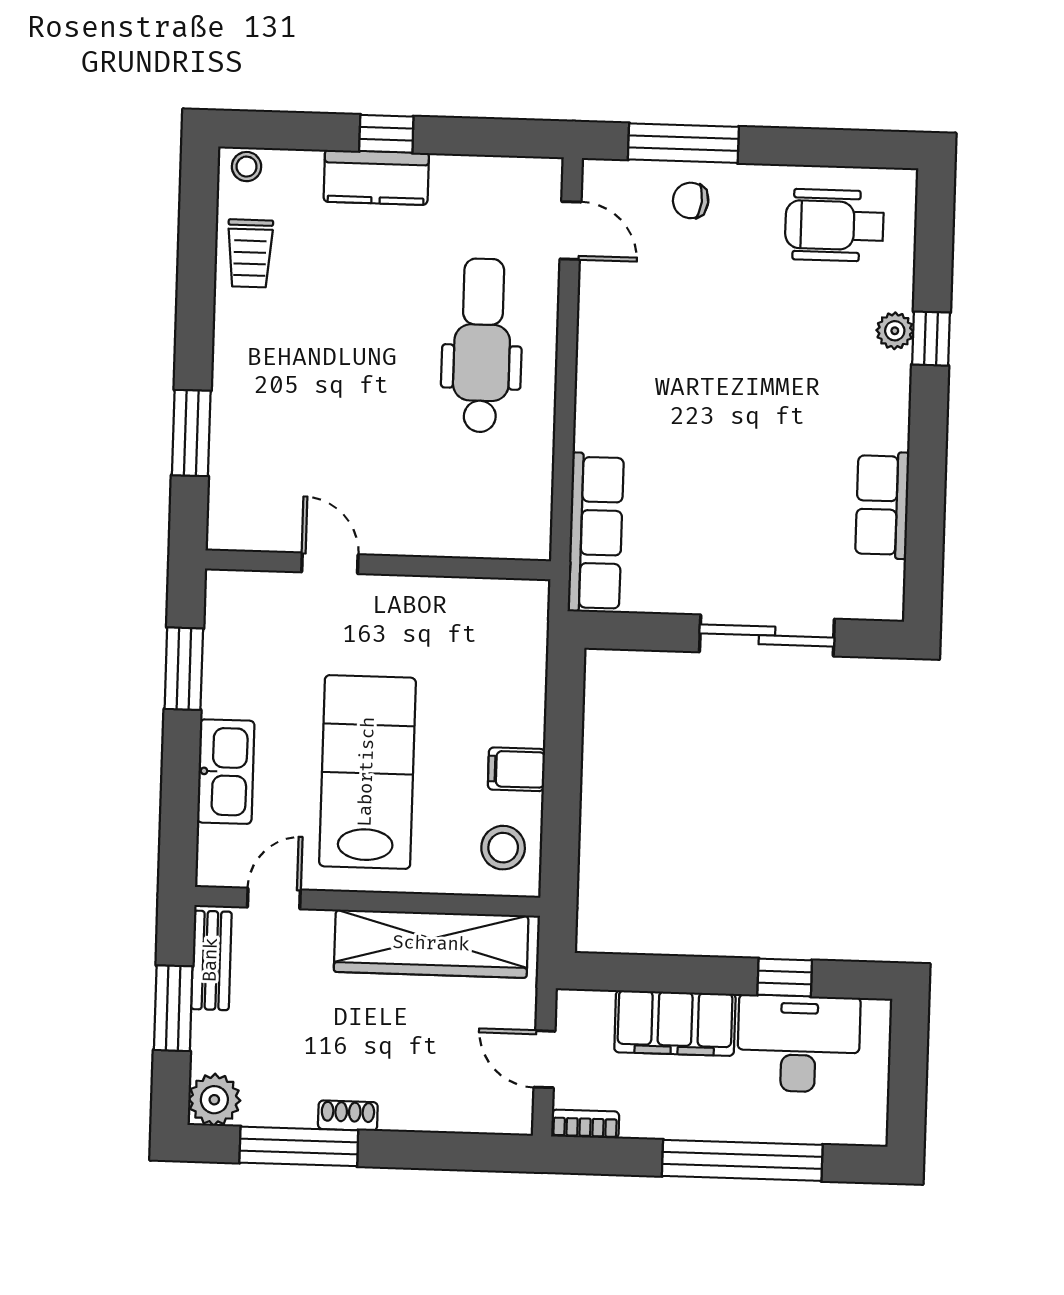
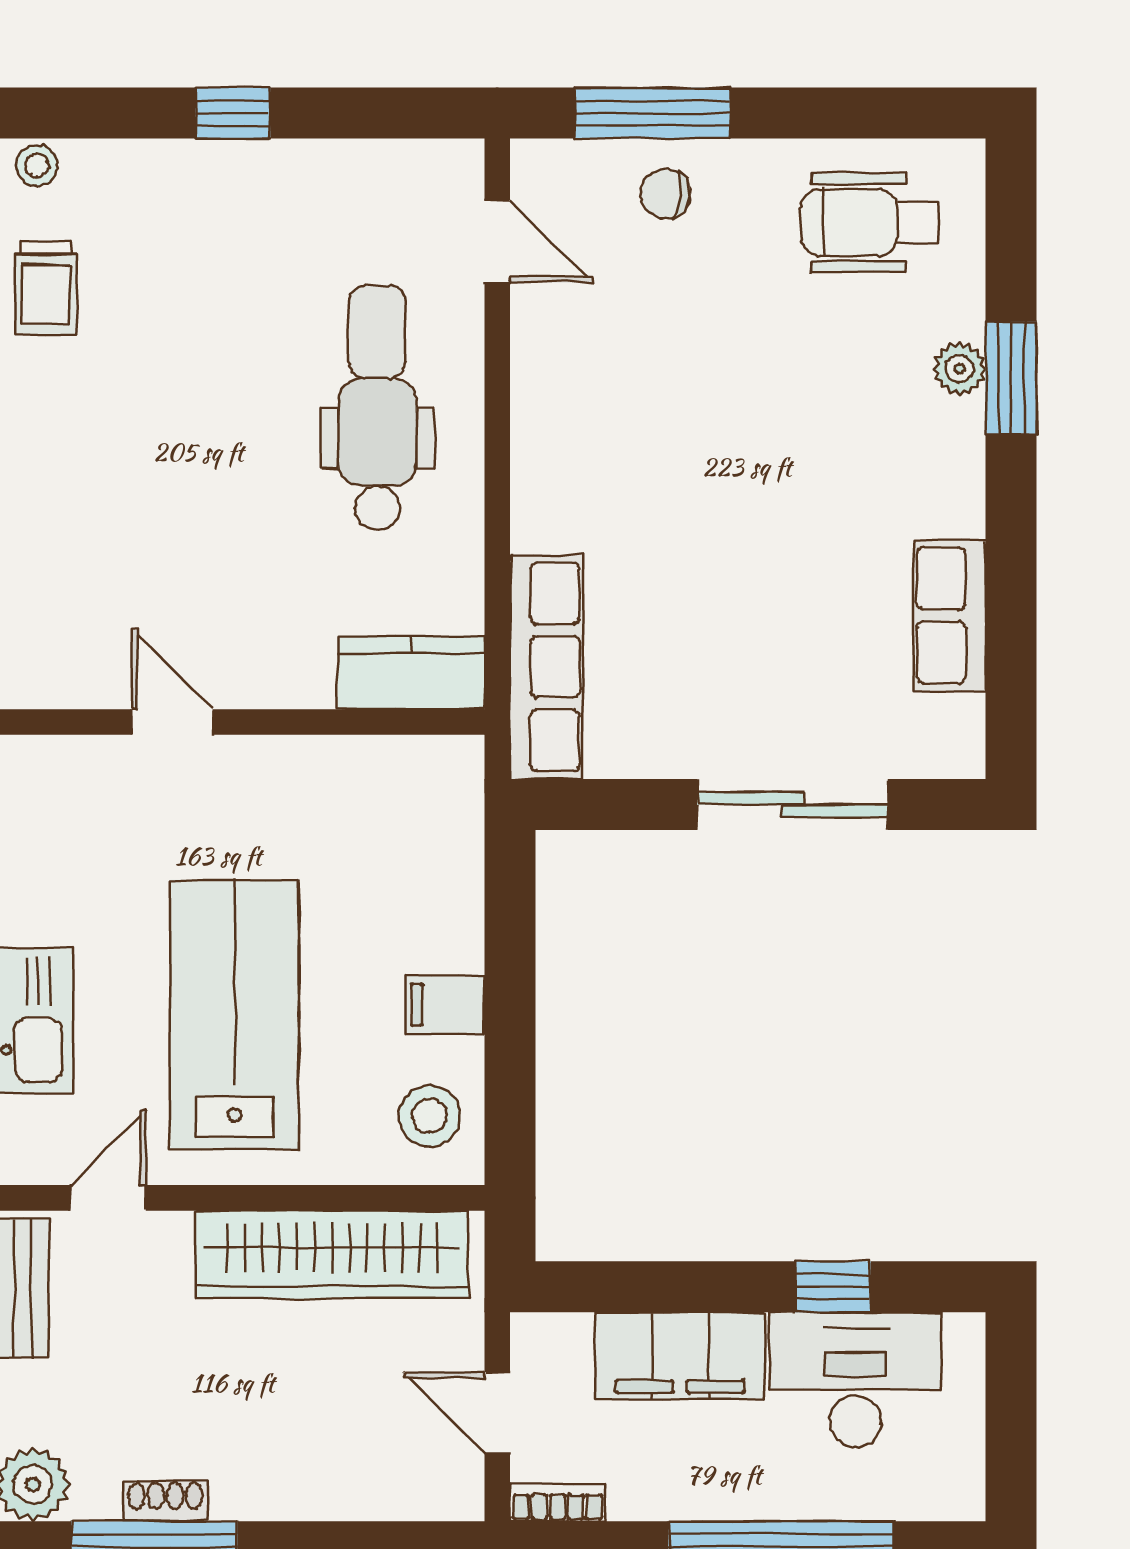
kitchen counter: (376, 177) -> (411, 673), moved, turned 180
window: (931, 339) -> (1011, 378), width x1.50
shoe rack: (348, 1116) -> (165, 1501), moved

